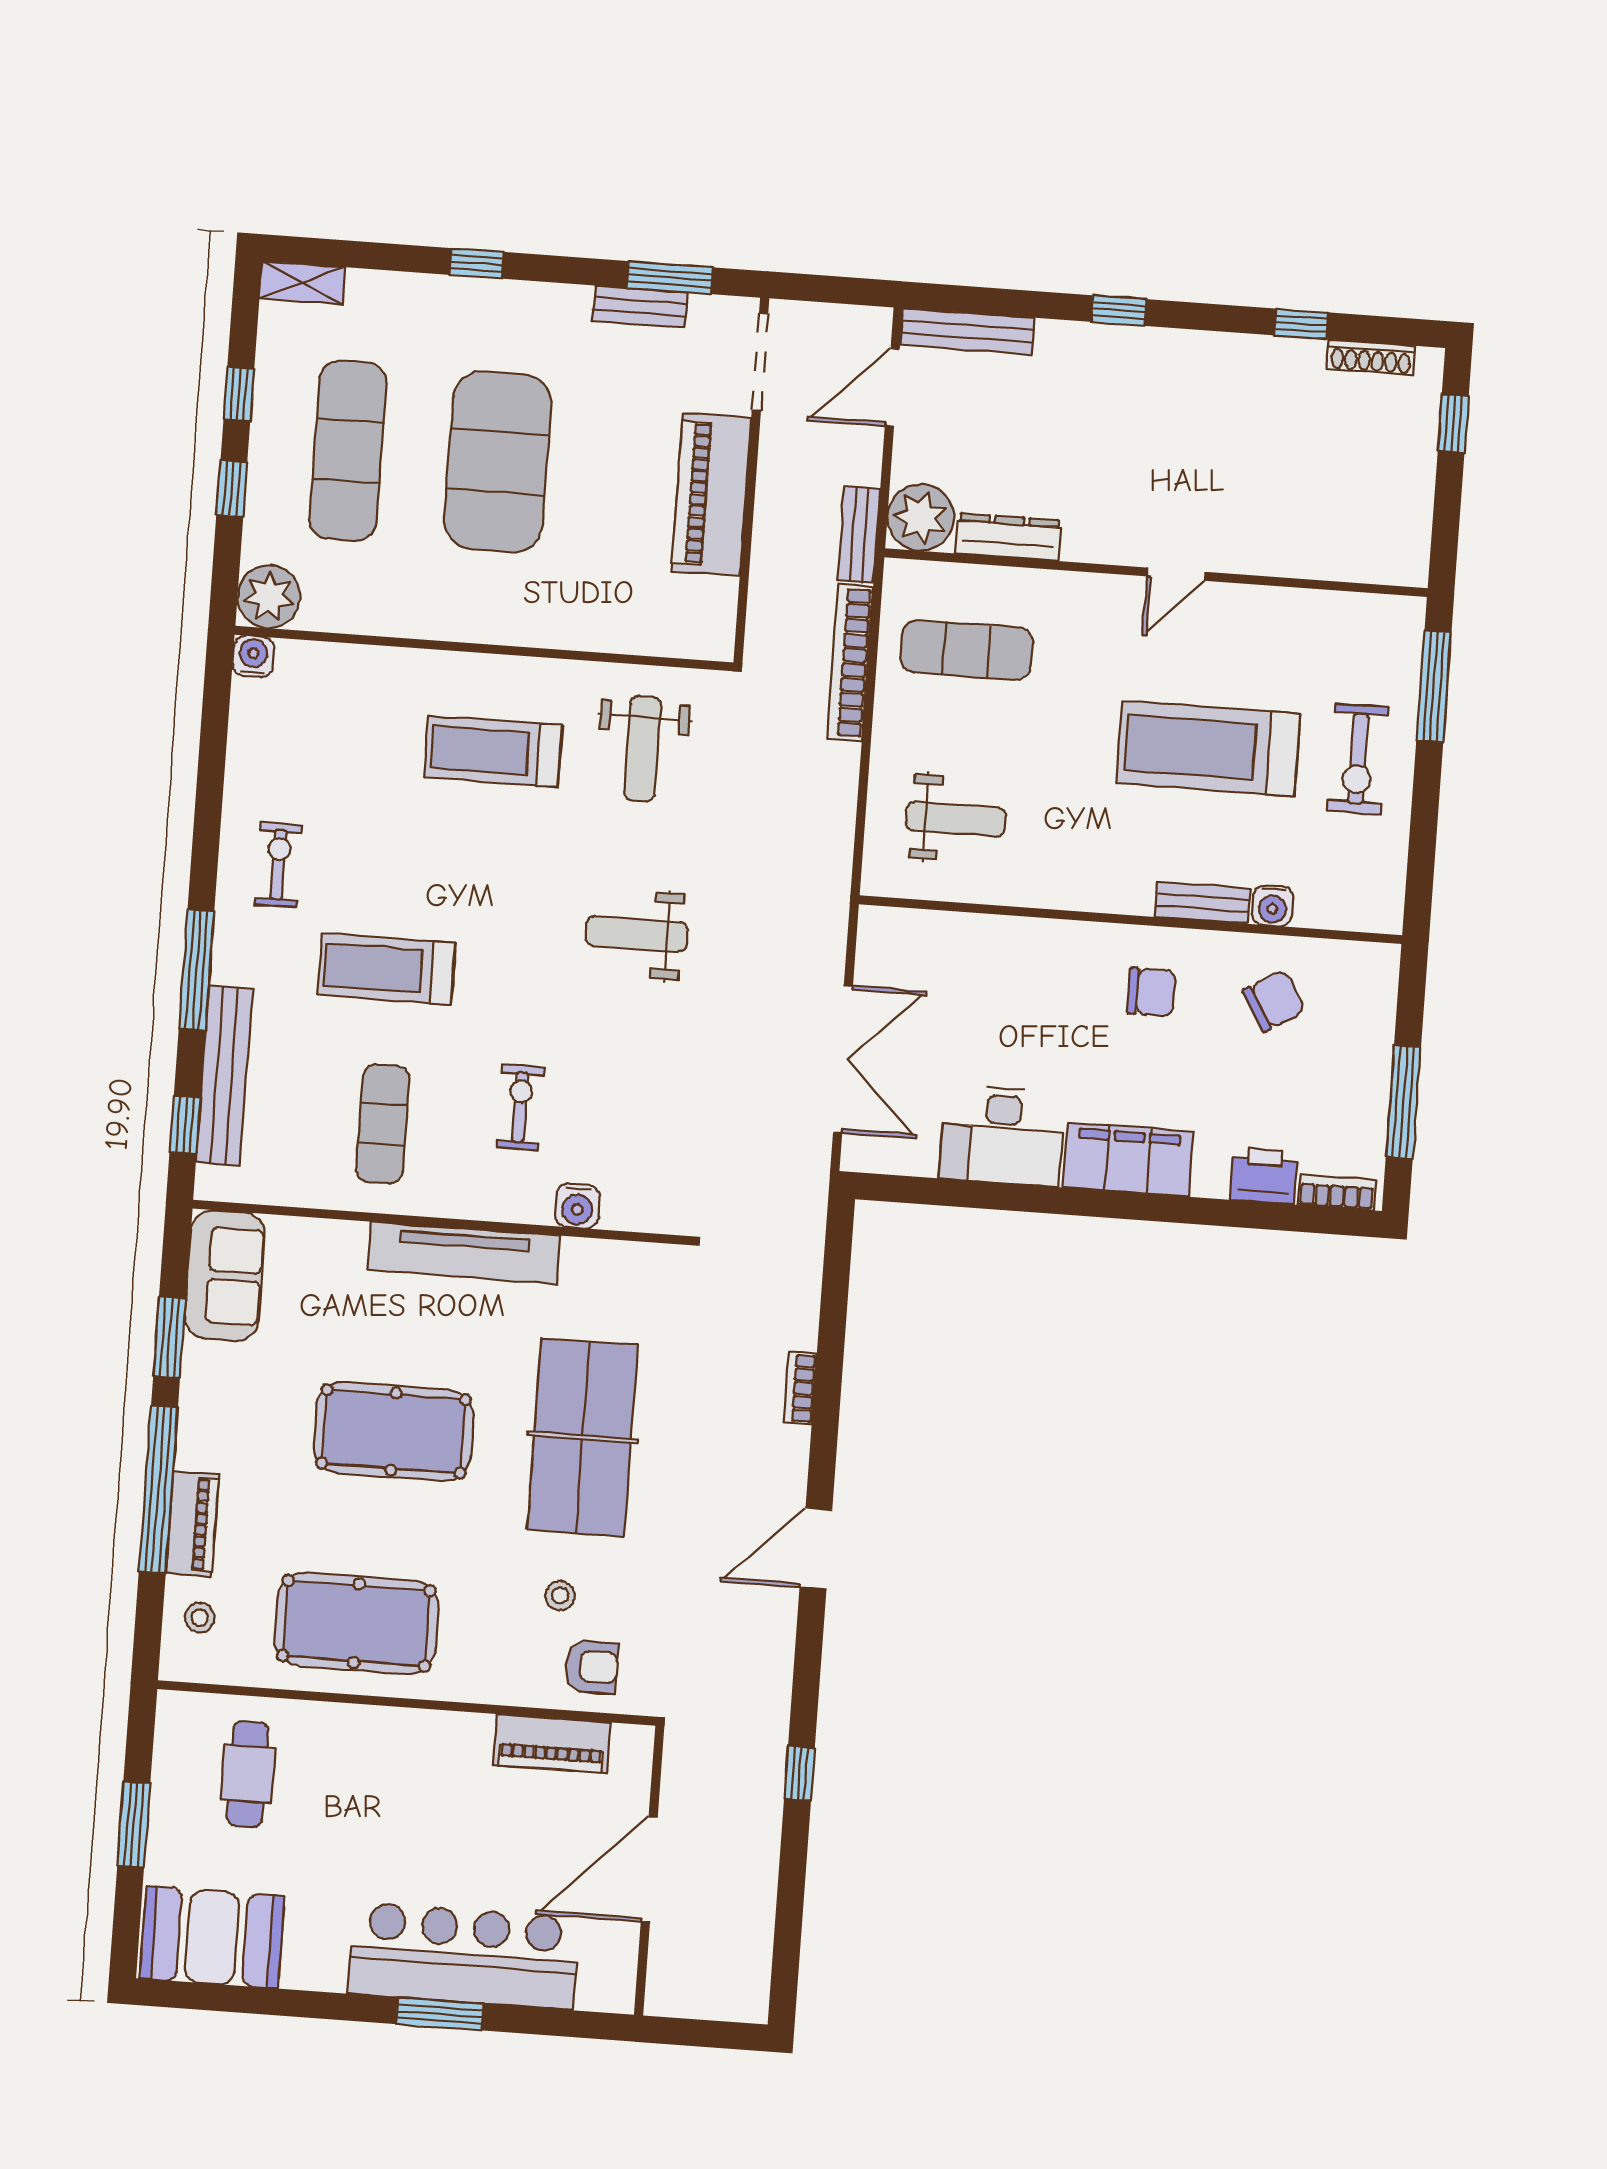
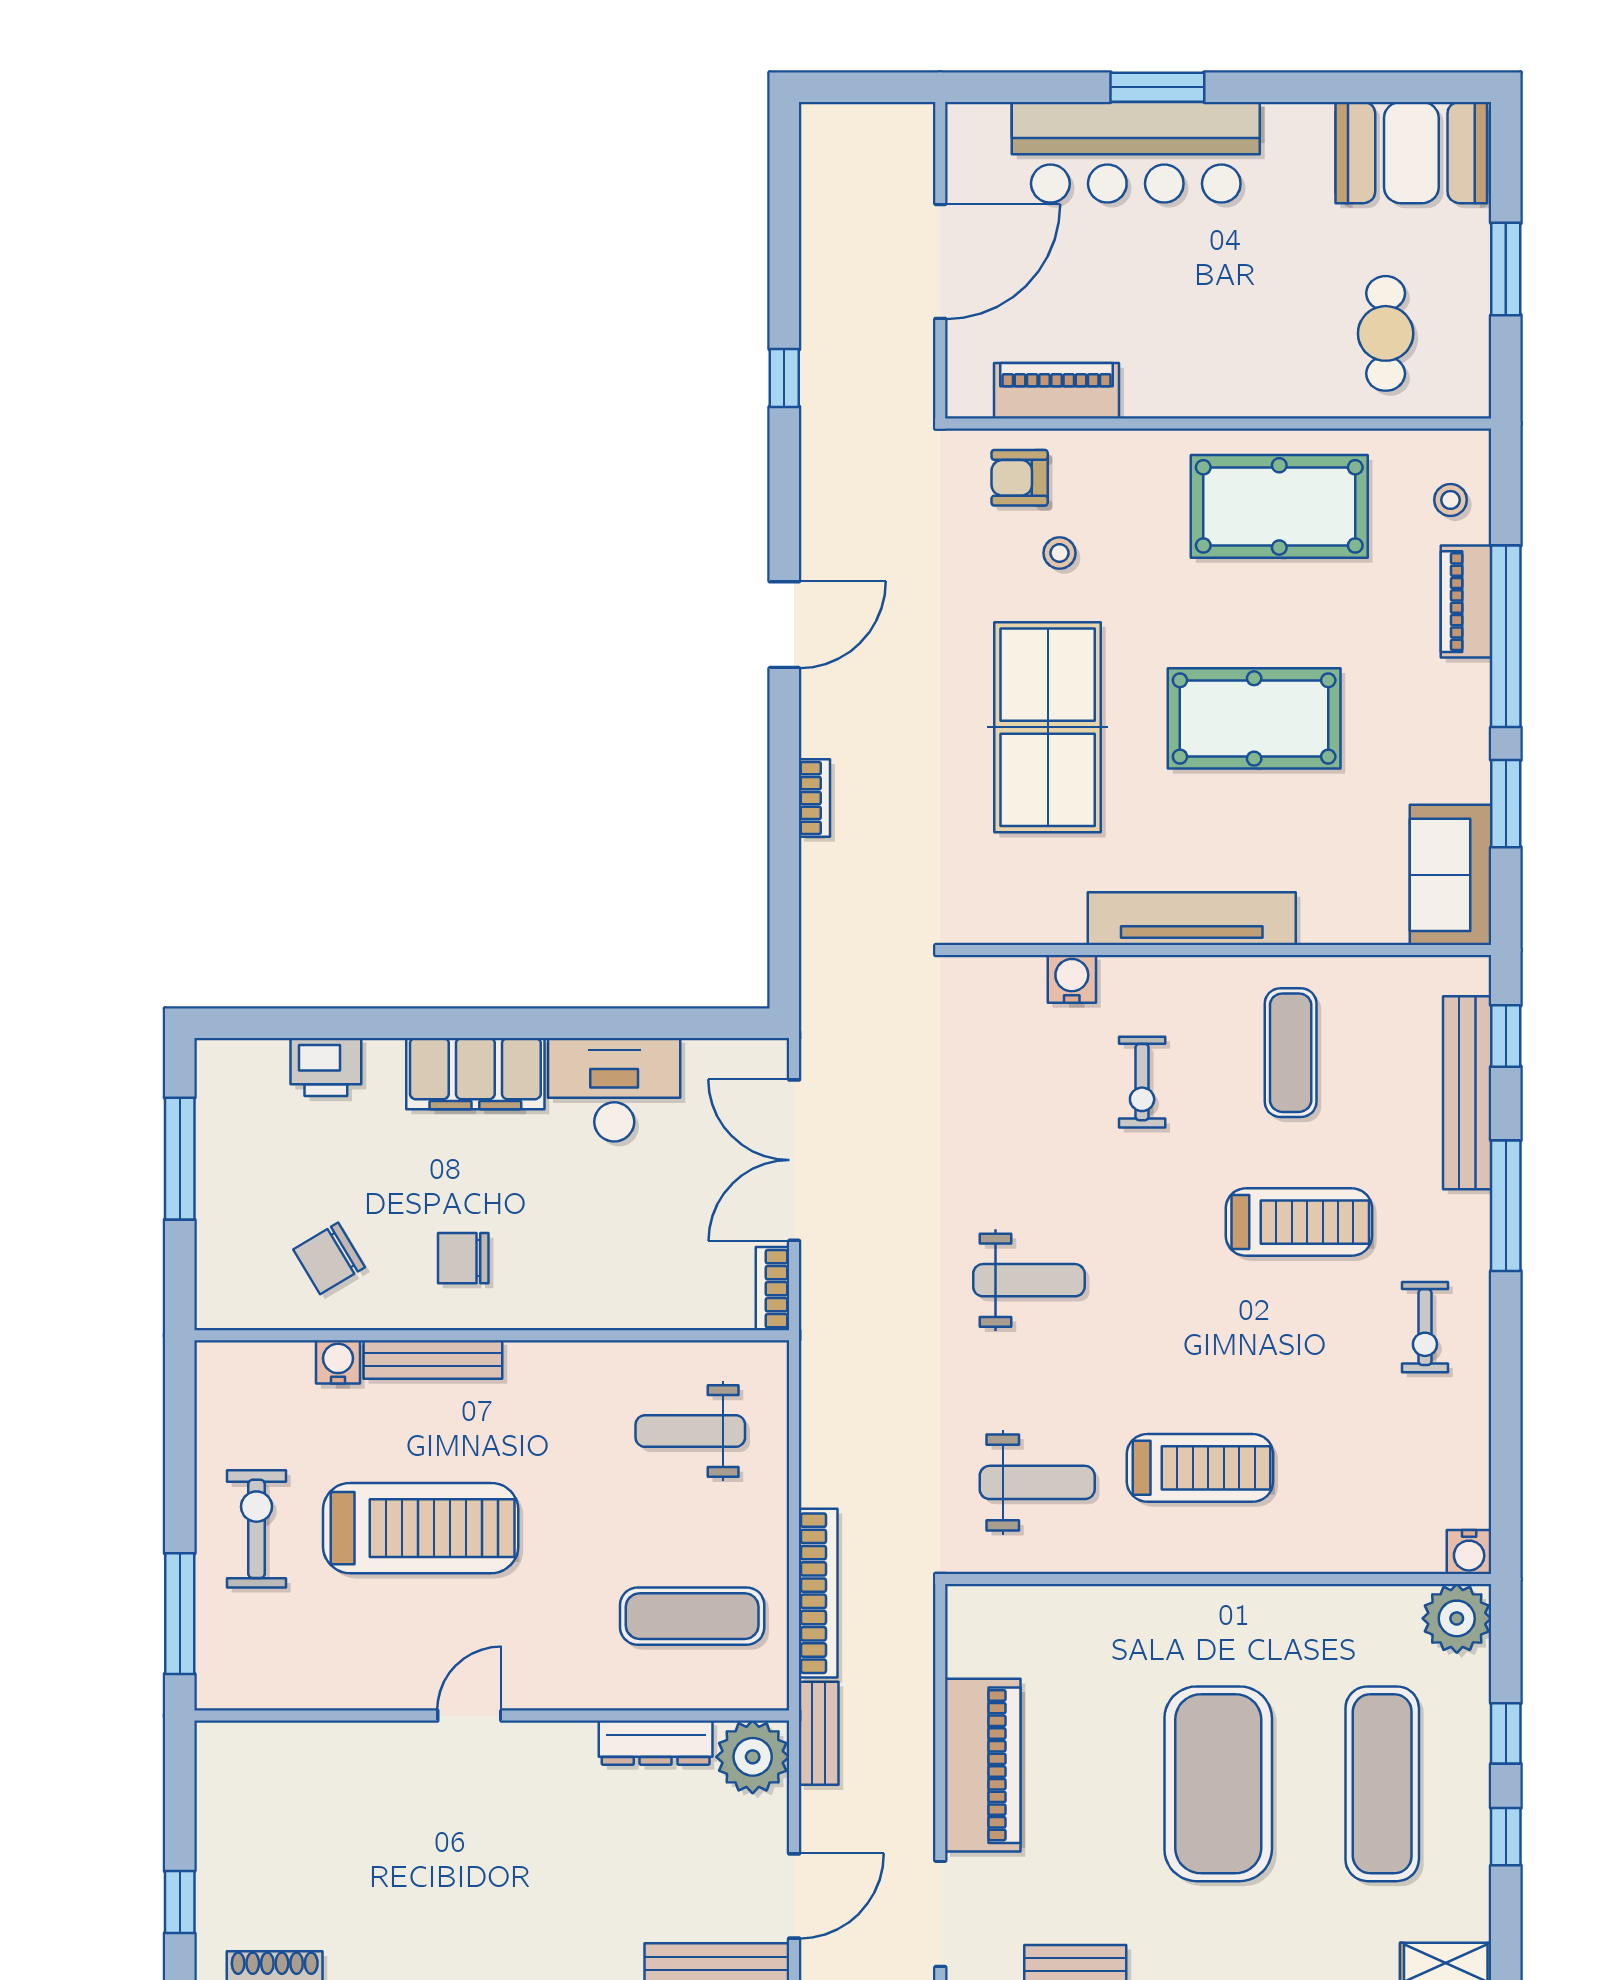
weight bench: (643, 749) -> (1037, 1482), turned 90
bench: (1203, 903) -> (433, 1359), width x1.36
bookcase: (1337, 1192) -> (772, 1289), moved, turned 90

